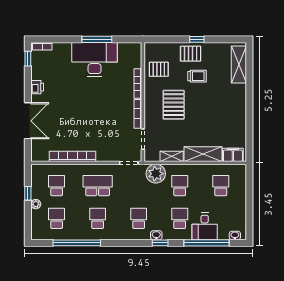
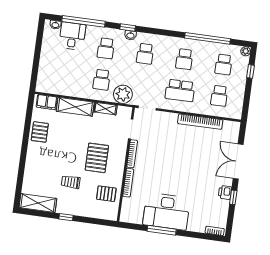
pallet: (191, 54) -> (40, 132), moved, turned 90
window: (28, 59) -> (233, 197), moved
shelving: (239, 64) -> (38, 203), moved, turned 90
school desk: (221, 186) -> (62, 74), removed
window: (28, 193) -> (250, 71), moved
plant: (36, 204) -> (246, 51), moved
desk: (205, 226) -> (72, 36), moved

